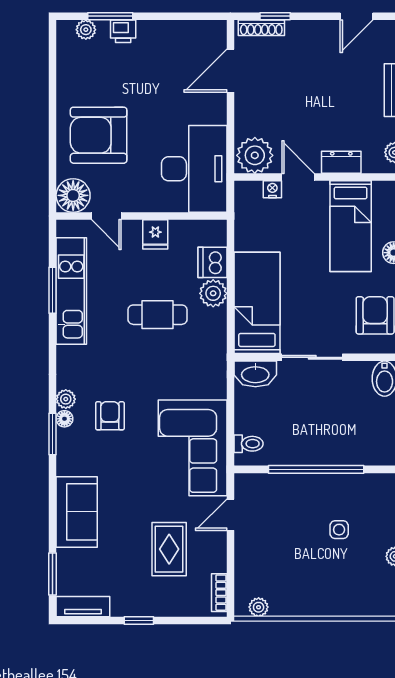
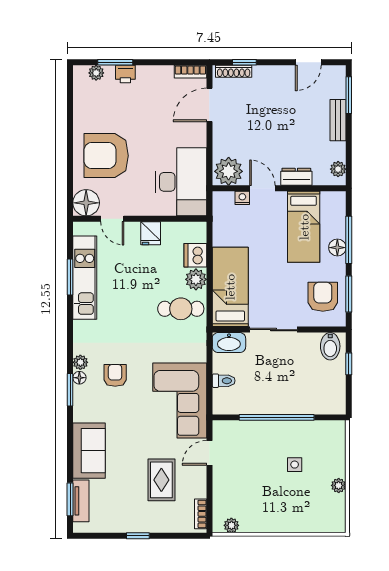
bookcase: (206, 28) -> (190, 72), added
cafe table: (157, 315) -> (181, 309), moved
toilet: (249, 444) -> (224, 381), moved
tv unit: (83, 607) -> (81, 501), moved, turned 90

